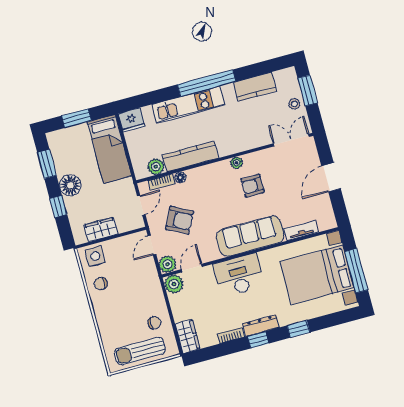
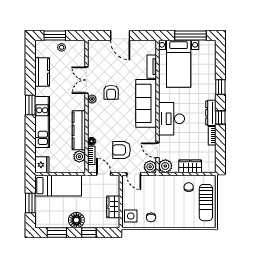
window: (207, 83) -> (30, 105), width x0.47
double door: (291, 140) -> (86, 80), moved
armchair: (180, 220) -> (121, 150), turned -117
bed with nightstands: (317, 275) -> (179, 64), width x0.73
wardrobe: (188, 336) -> (190, 166), moved

